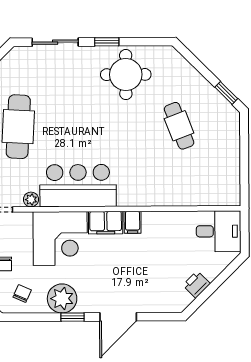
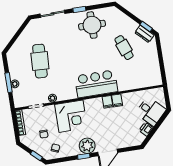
dresser: (221, 106) -> (144, 34), added
bar counter: (78, 186) -> (96, 84), moved
filing cabinet: (106, 223) -> (117, 100), moved, width x0.50
desk: (219, 231) -> (151, 111), moved, turned 45
plant: (62, 298) -> (87, 146), moved

